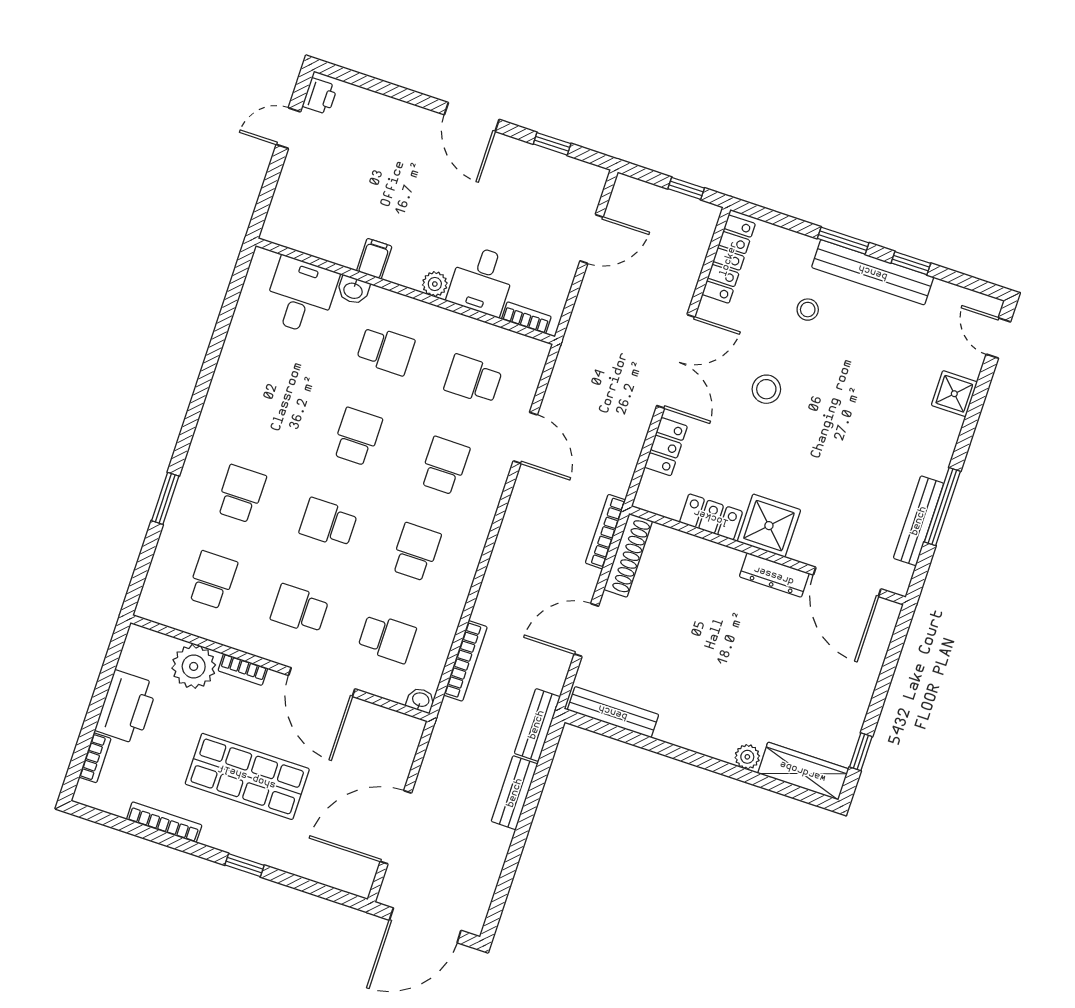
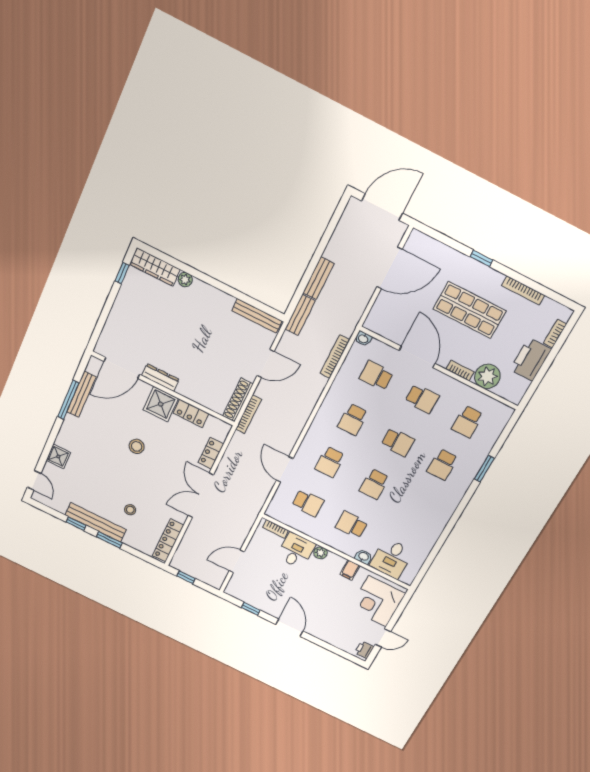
corner desk: (312, 204) -> (377, 601), added
stool: (766, 389) -> (137, 446), moved
door: (847, 582) -> (122, 368), swing flipped

